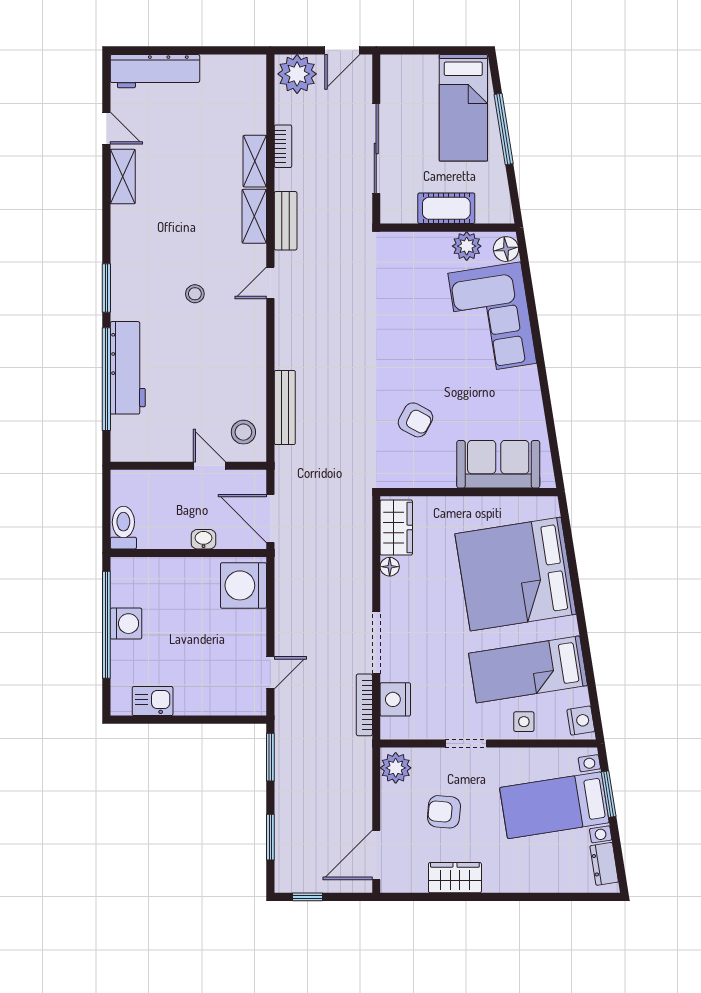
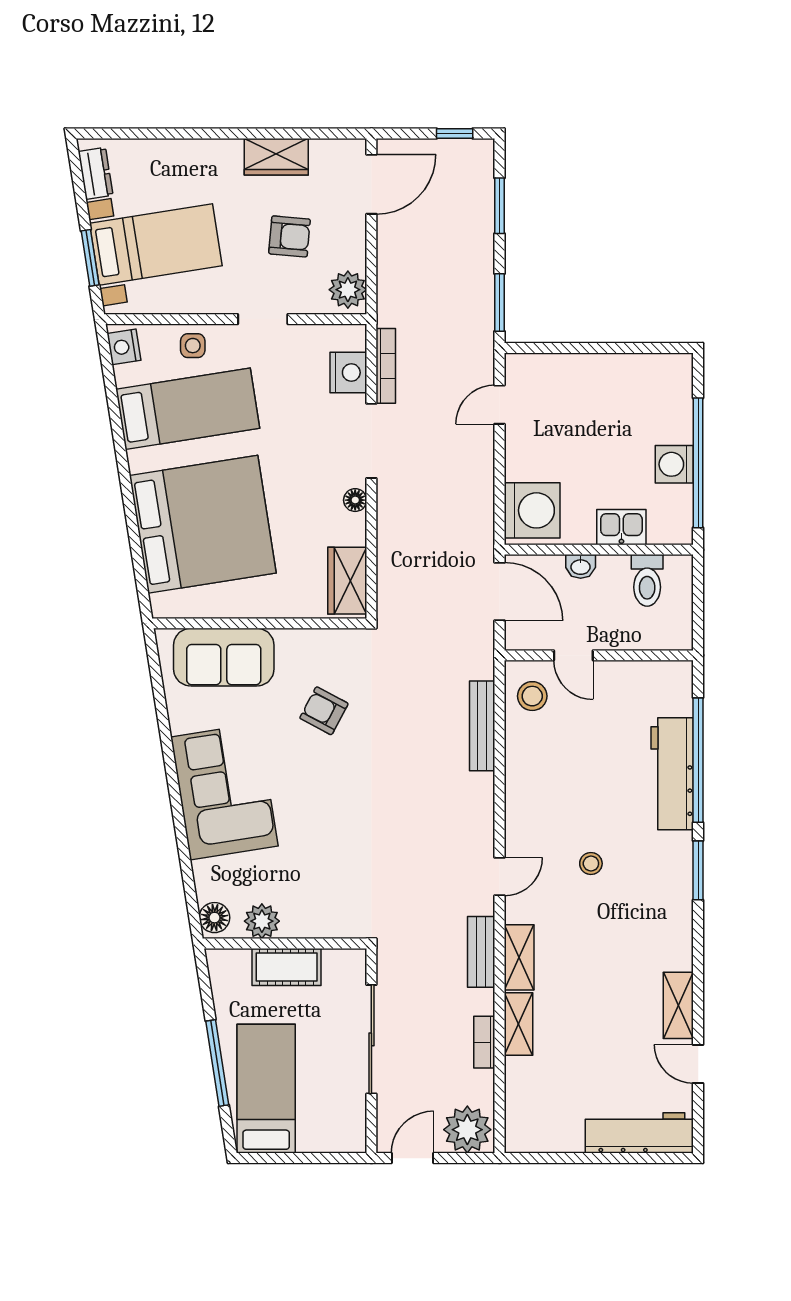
corner sofa: (492, 318) -> (224, 792), moved
toilet: (123, 528) -> (647, 580), moved
floor lamp: (390, 567) -> (355, 500), moved
kitchen sink: (153, 701) -> (621, 527), moved, turned 180

